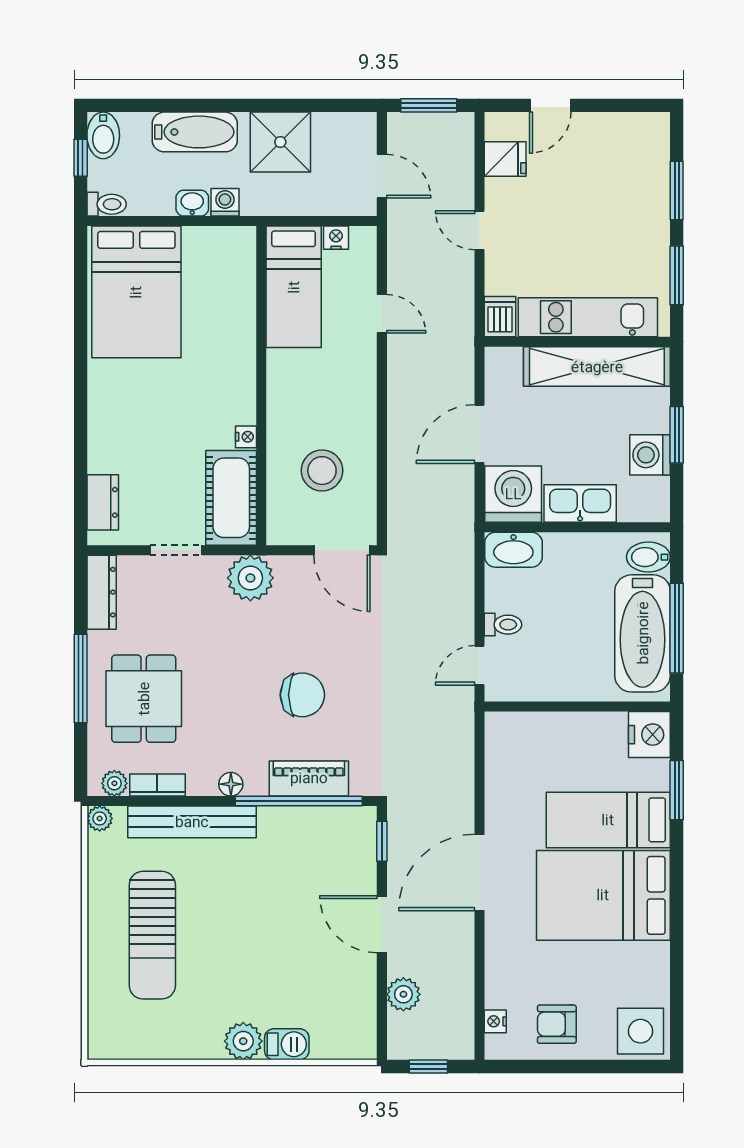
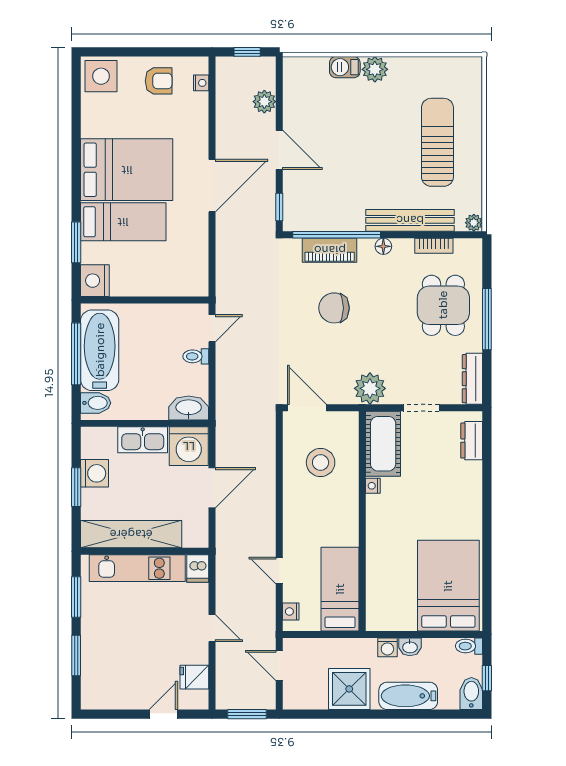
nightstand: (336, 238) -> (291, 611), moved, turned 90
plant: (114, 783) -> (464, 247), removed

